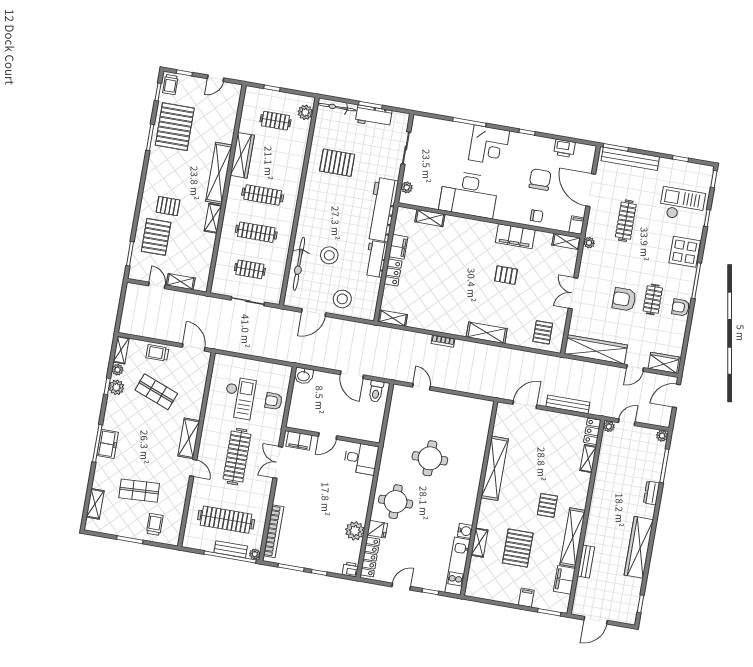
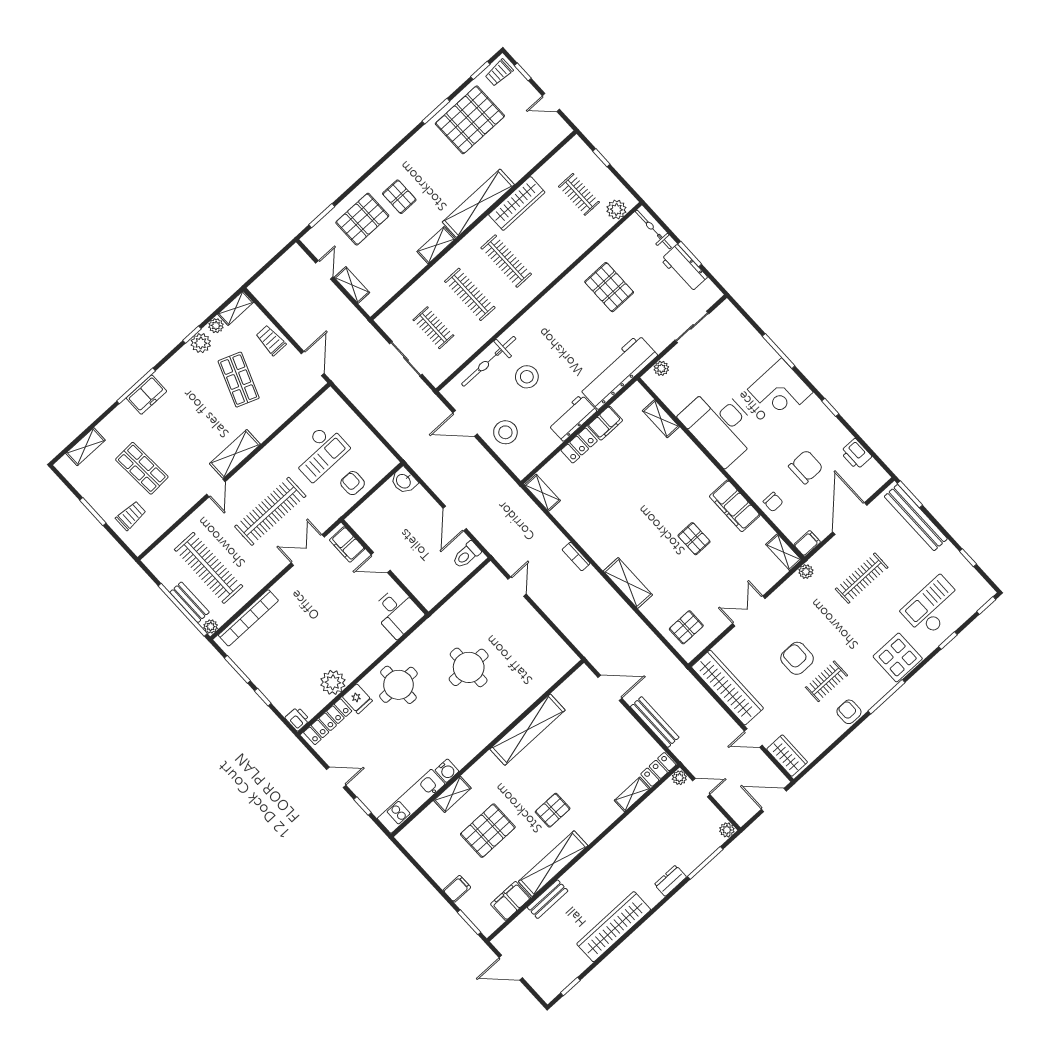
checkout: (682, 205) -> (933, 607), turned -90

